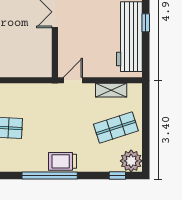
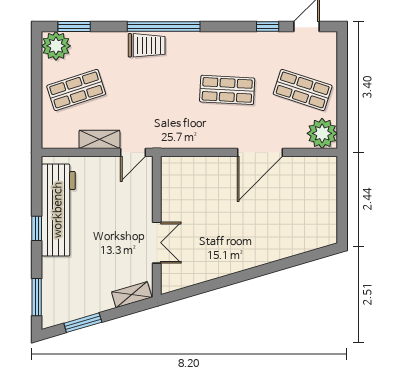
shelving: (111, 90) -> (99, 139), moved
window: (117, 175) -> (74, 27), width x1.50

